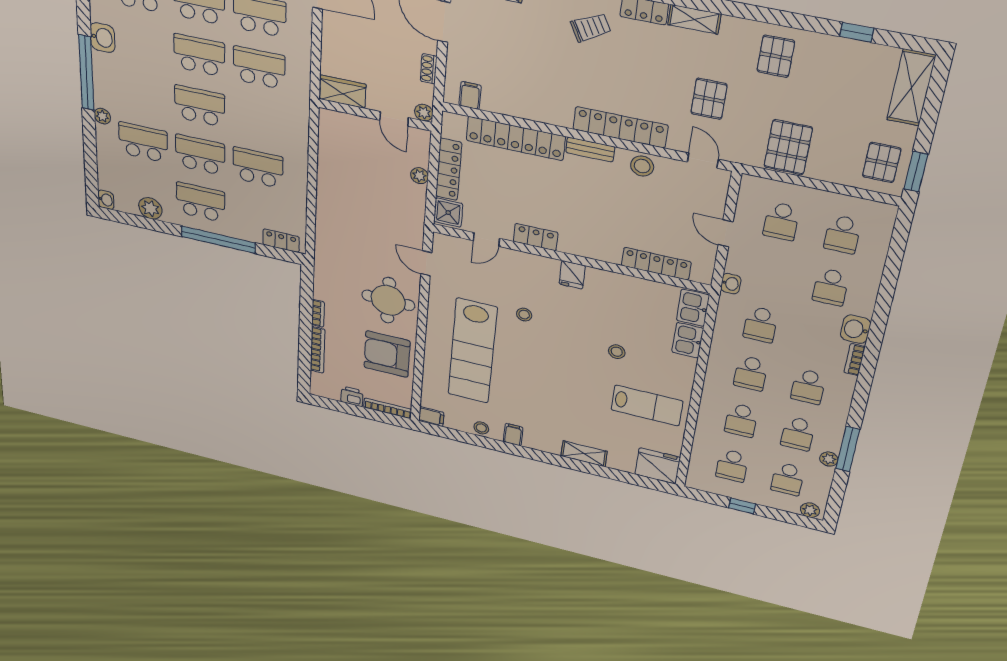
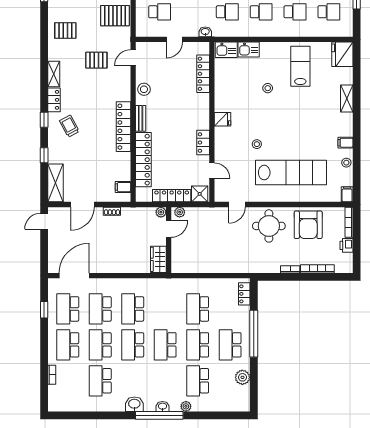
wardrobe: (343, 92) -> (158, 259), moved
plant: (424, 113) -> (161, 212), moved
wall: (375, 115) -> (169, 240), moved
door: (394, 119) -> (169, 229), moved
locker: (620, 127) -> (123, 127), moved
washbasin: (106, 200) -> (162, 406), moved

